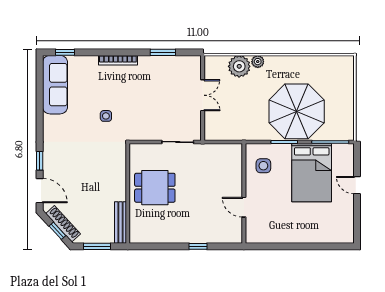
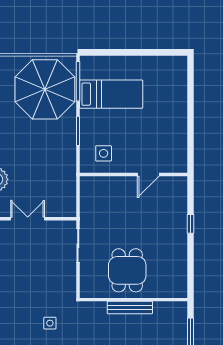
parasol: (297, 111) -> (45, 89), moved
bed: (312, 173) -> (111, 94), width x0.67
door: (357, 185) -> (125, 52), removed
bench: (120, 222) -> (130, 307), moved

